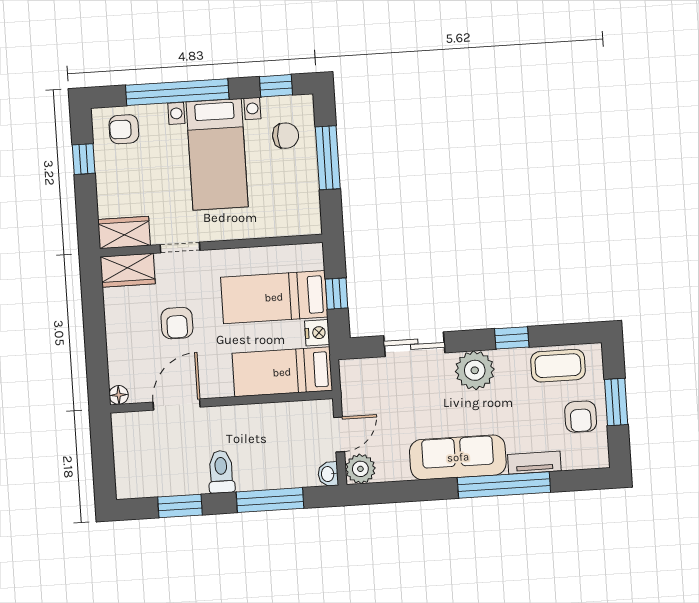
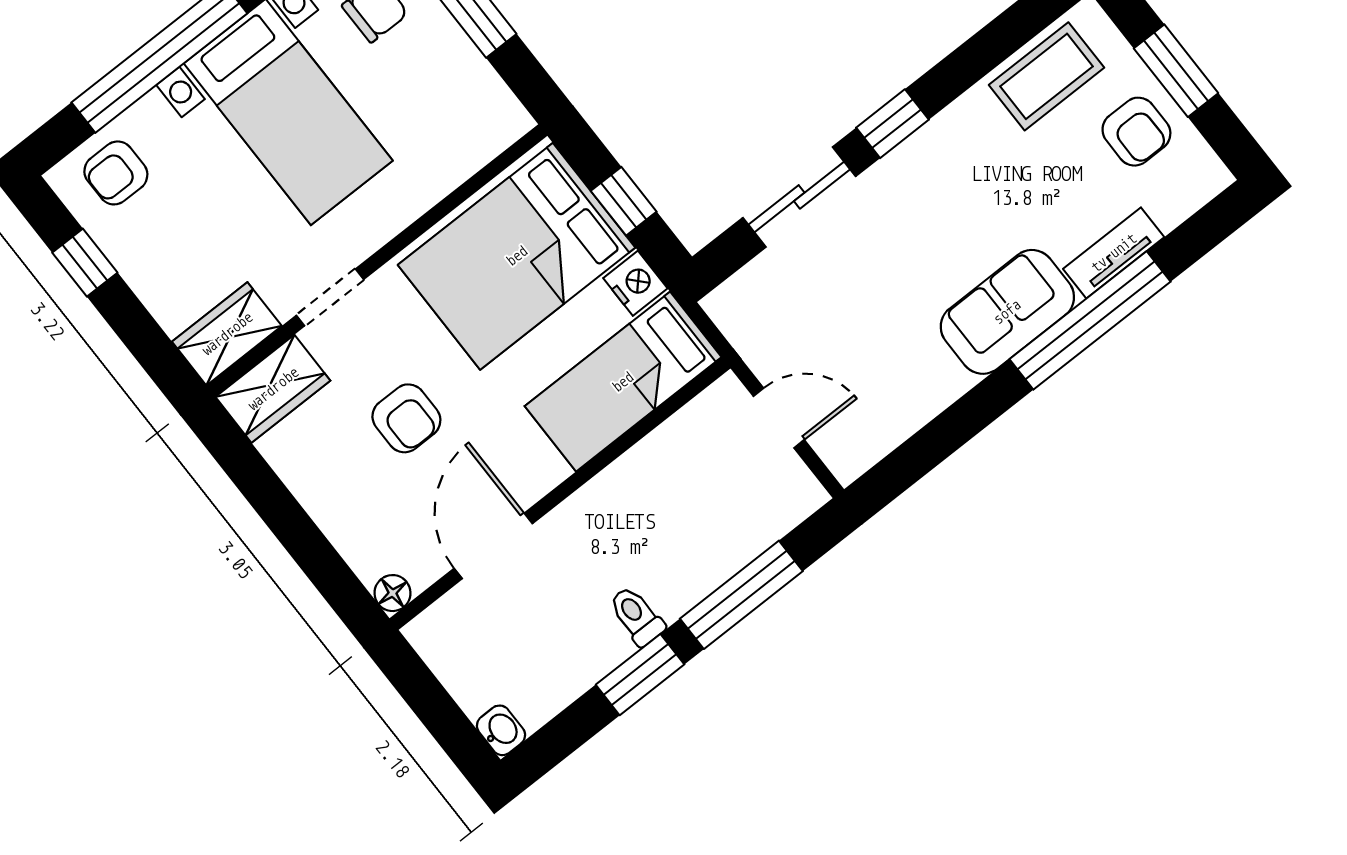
bed: (274, 297) -> (517, 256), width x1.50
window: (512, 338) -> (892, 124), moved
plant: (475, 370) -> (922, 173), removed
door: (339, 434) -> (779, 418), hinge flipped
sofa: (458, 457) -> (1007, 312), width x0.73
plant: (360, 469) -> (849, 449), removed
toilet: (221, 472) -> (637, 616), width x0.73, depth x0.72
washbasin: (328, 474) -> (501, 730), moved, turned 180
window: (180, 506) -> (640, 675), moved

